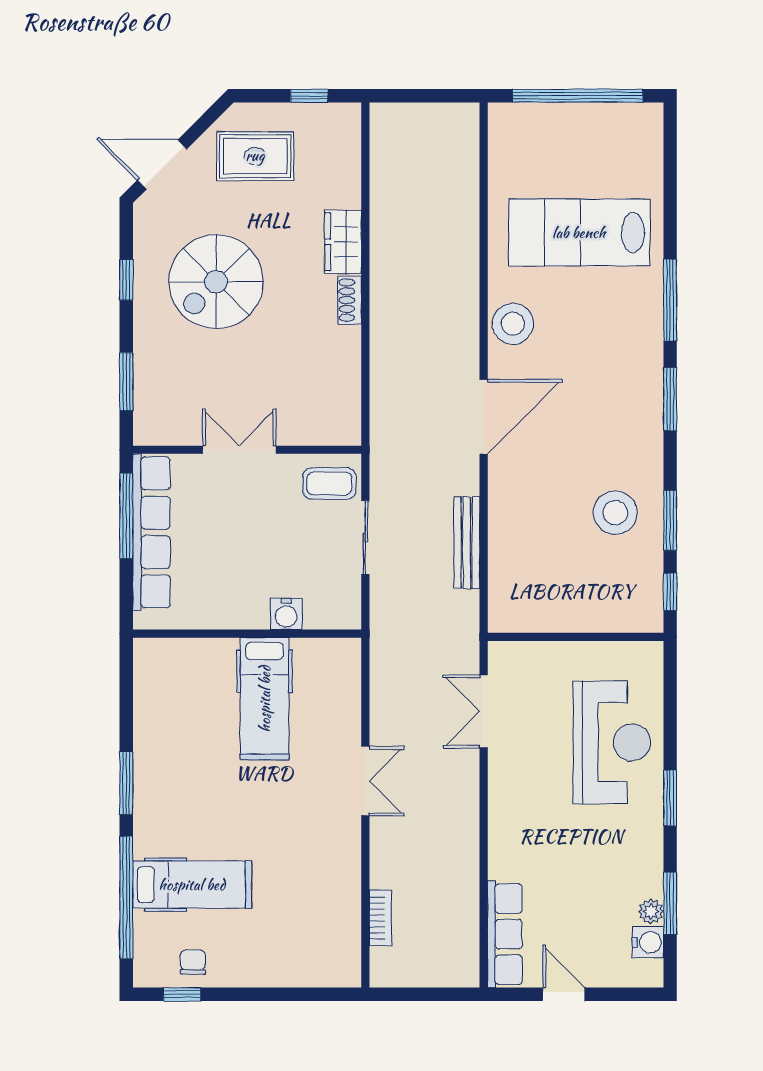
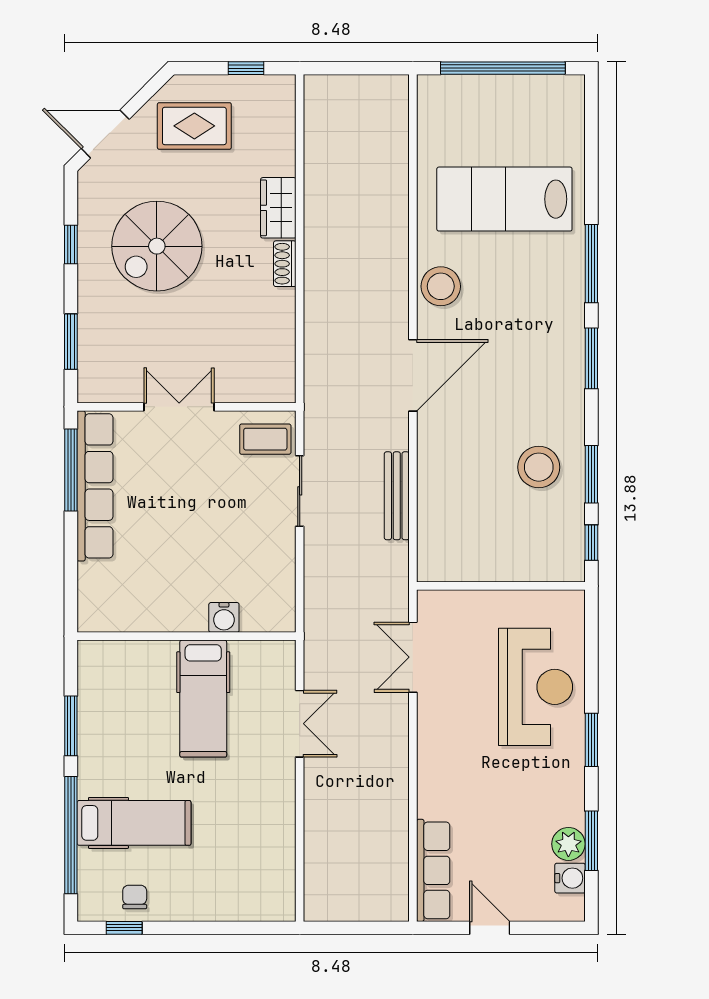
water cooler: (286, 614) -> (224, 617), moved
wall: (247, 634) -> (187, 636), moved
hospital bed: (265, 699) -> (203, 699), moved
plant: (651, 911) -> (568, 844), width x1.38, depth x1.38
bookcase: (380, 918) -> (314, 855), removed

